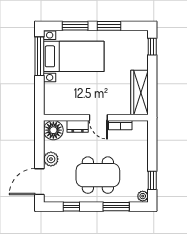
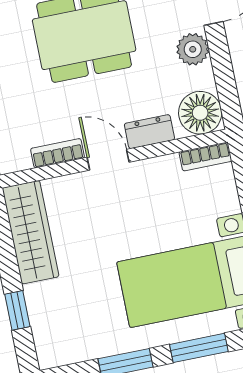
window: (152, 47) -> (17, 310), moved
bookcase: (55, 110) -> (205, 157), added

